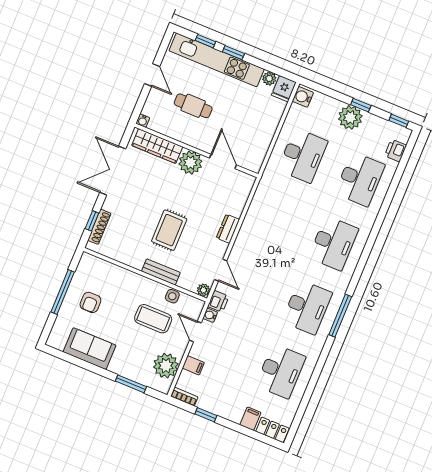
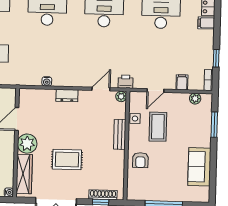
rug: (169, 230) -> (67, 160), moved
armchair: (90, 302) -> (140, 160), moved, turned 90
water cooler: (210, 315) -> (47, 81), moved
plant: (166, 366) -> (195, 99), width x0.53, depth x0.53

